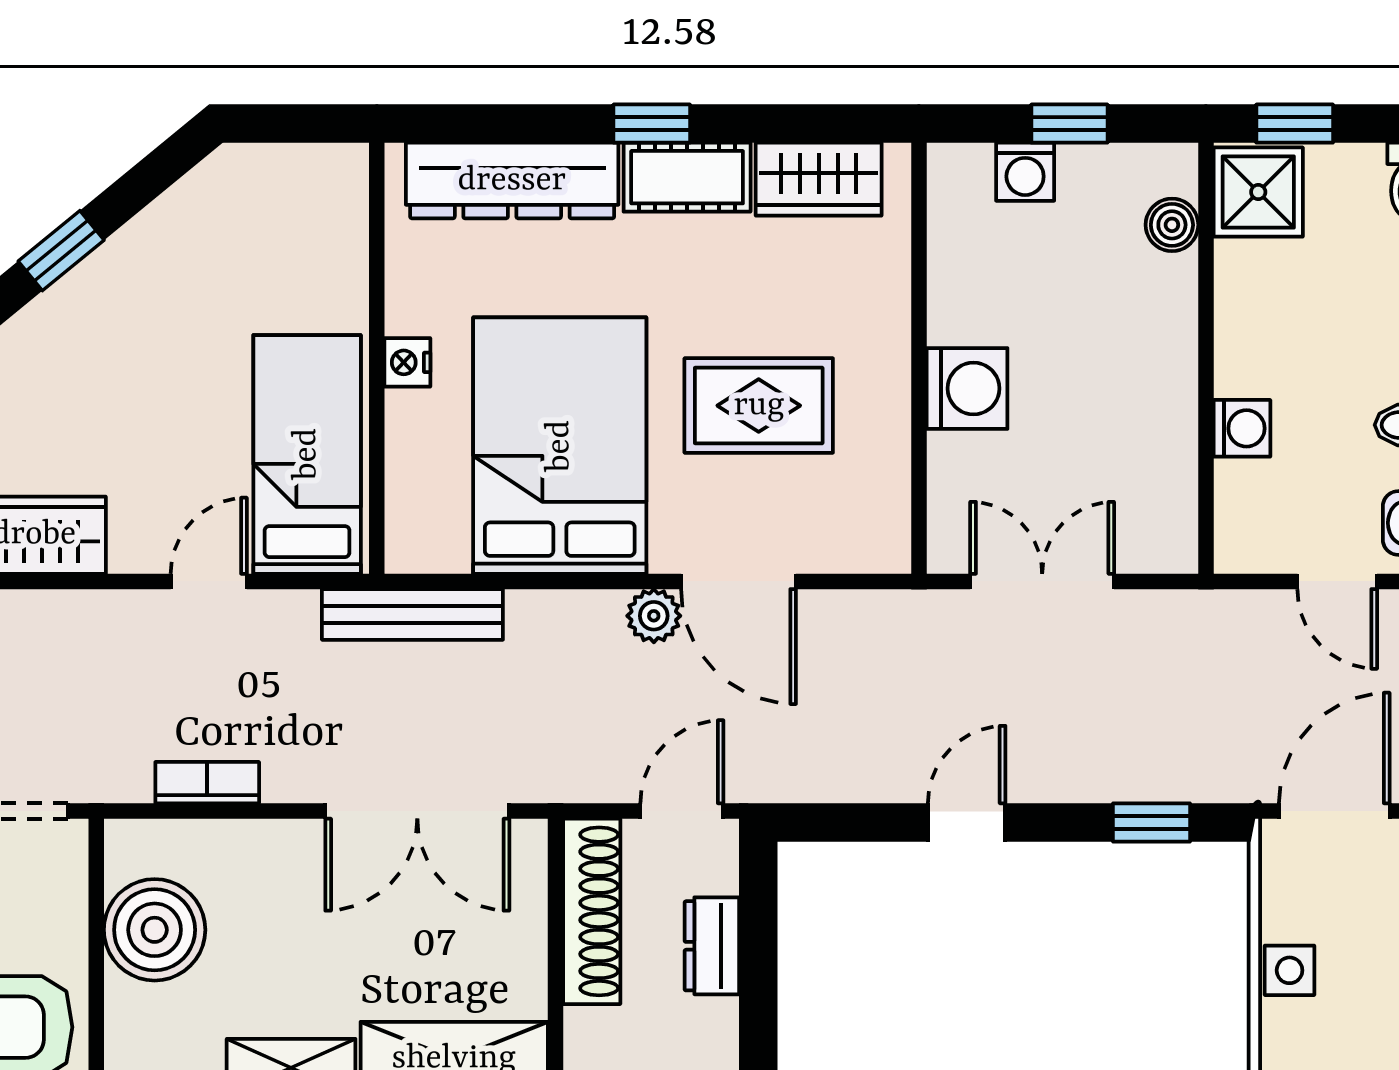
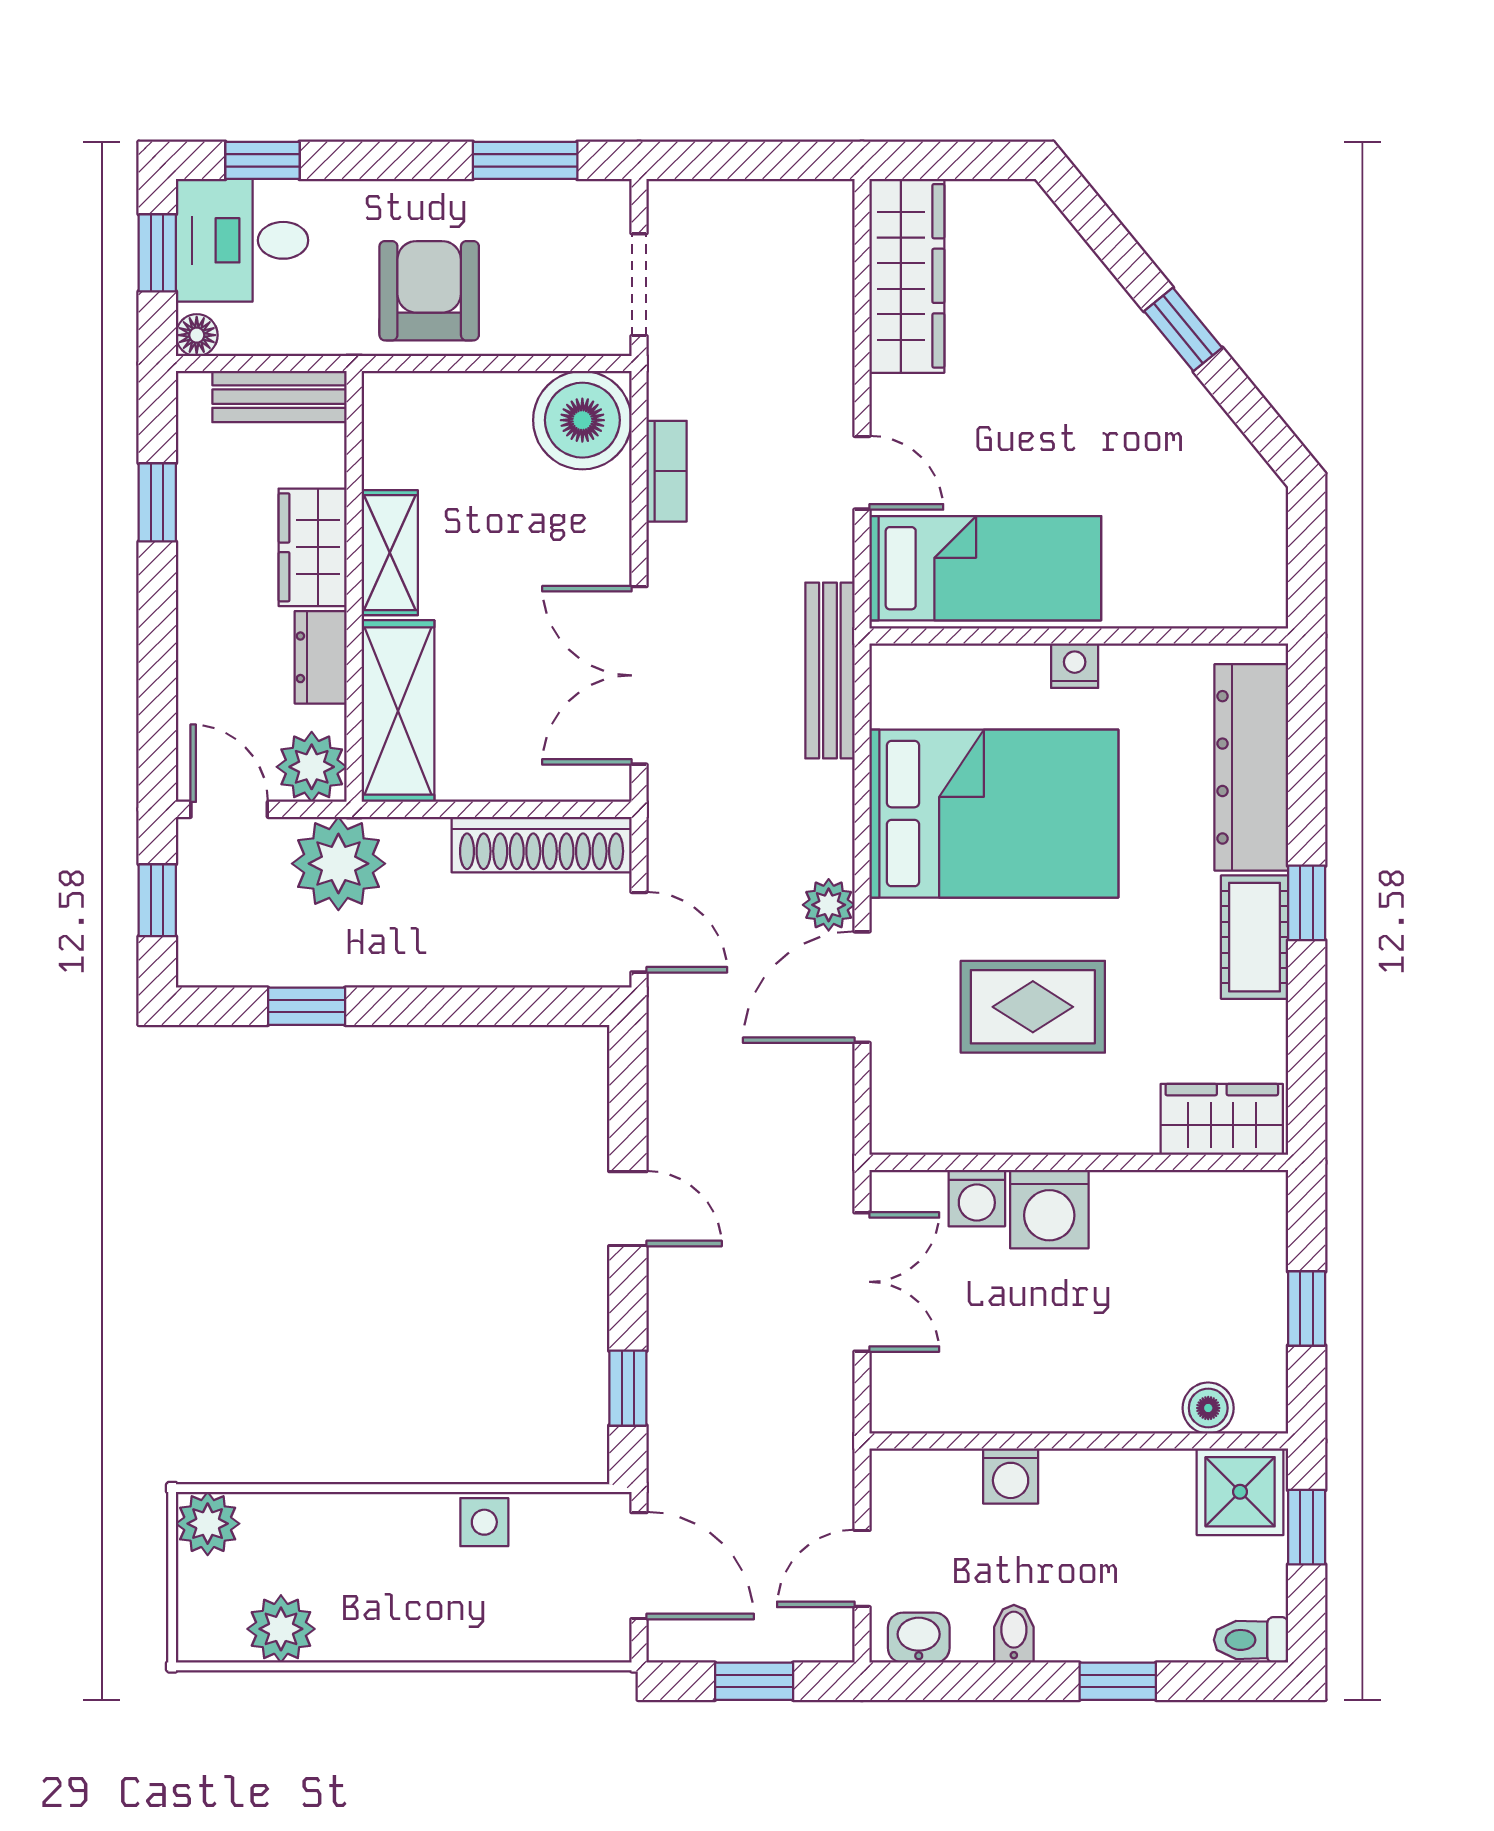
washing machine: (1025, 172) -> (977, 1198), moved, turned -90
wardrobe: (819, 179) -> (1222, 1119), moved, turned 90
rug: (759, 406) -> (1033, 1007), turned 90
boiler: (155, 930) -> (582, 420), moved
dresser: (712, 946) -> (508, 961), removed

